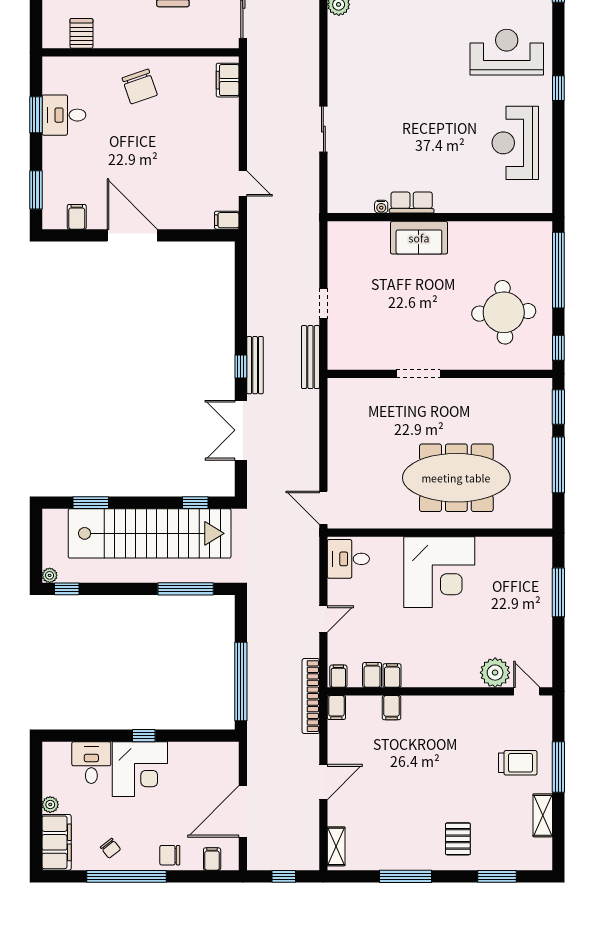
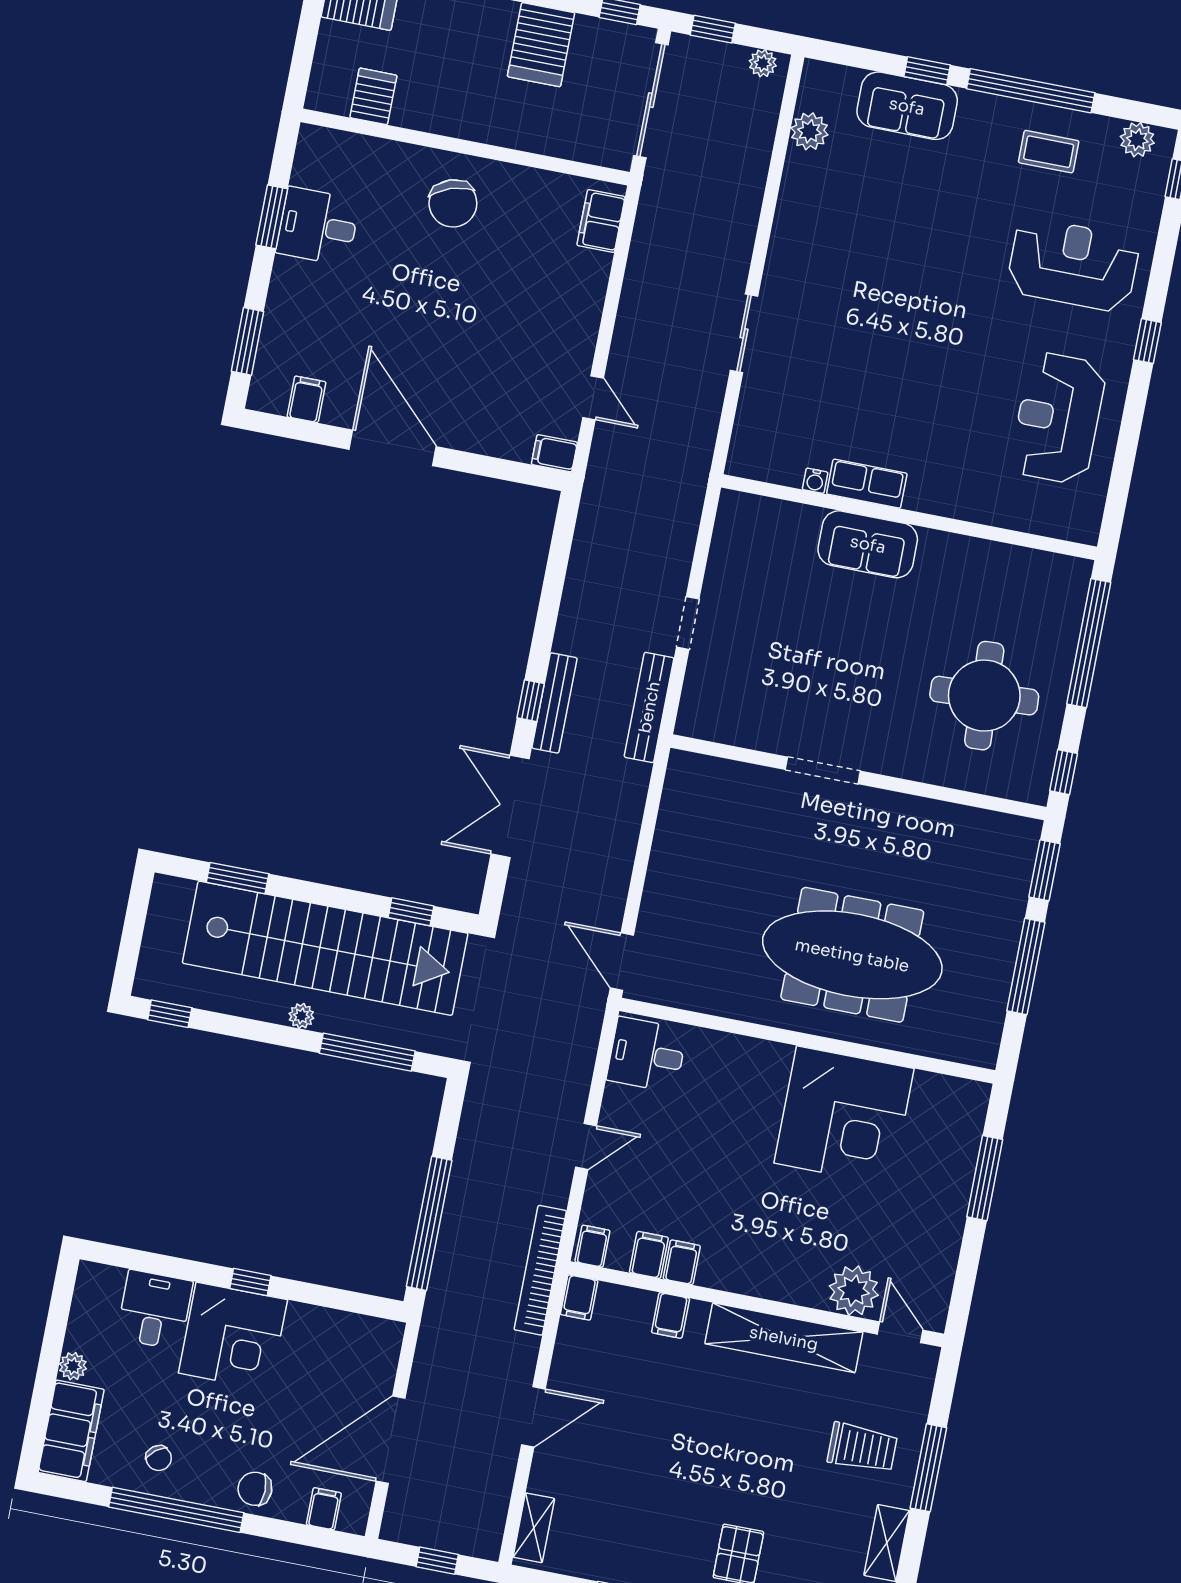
corner desk: (439, 572) -> (844, 1116), moved
plant: (50, 575) -> (301, 1016), moved
shelving: (460, 708) -> (784, 1338), added

